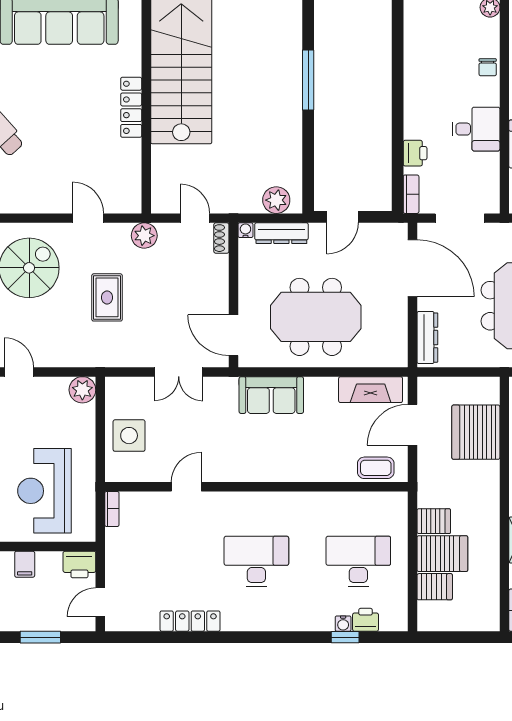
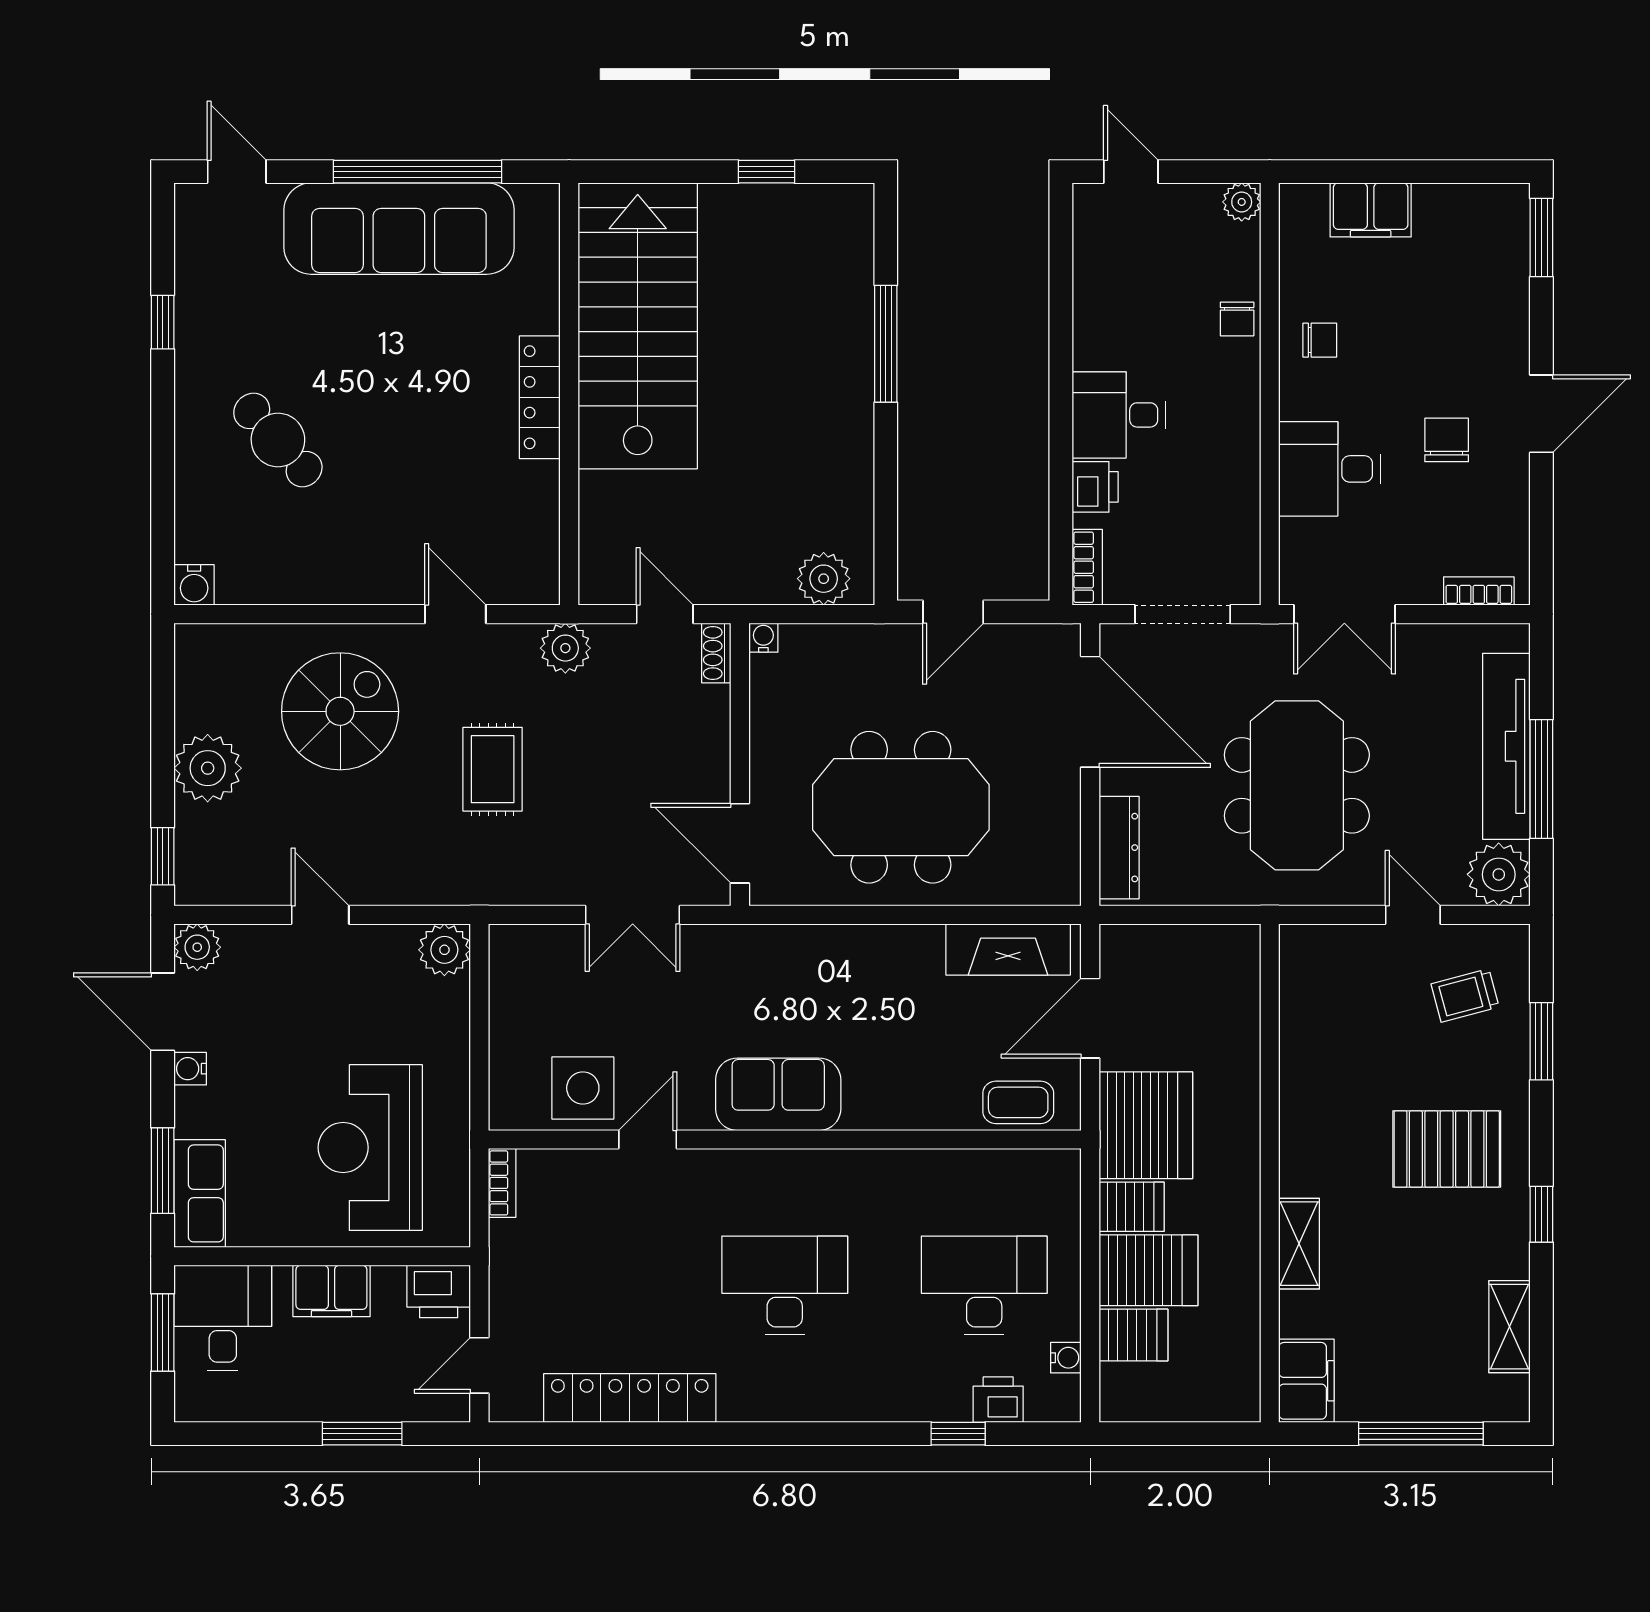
desk: (476, 129) -> (1119, 415), moved, turned 180
dresser: (281, 233) -> (834, 643), removed
sofa: (271, 395) -> (778, 1094), moved, turned 180
server rack: (476, 432) -> (1146, 1125), moved, turned 180
side table: (129, 436) -> (583, 1088), moved
filing cabinet: (25, 564) -> (331, 1291), width x2.00
locker: (190, 621) -> (630, 1398), width x1.41, depth x1.21
water cooler: (343, 624) -> (1066, 1358), moved, turned -90

